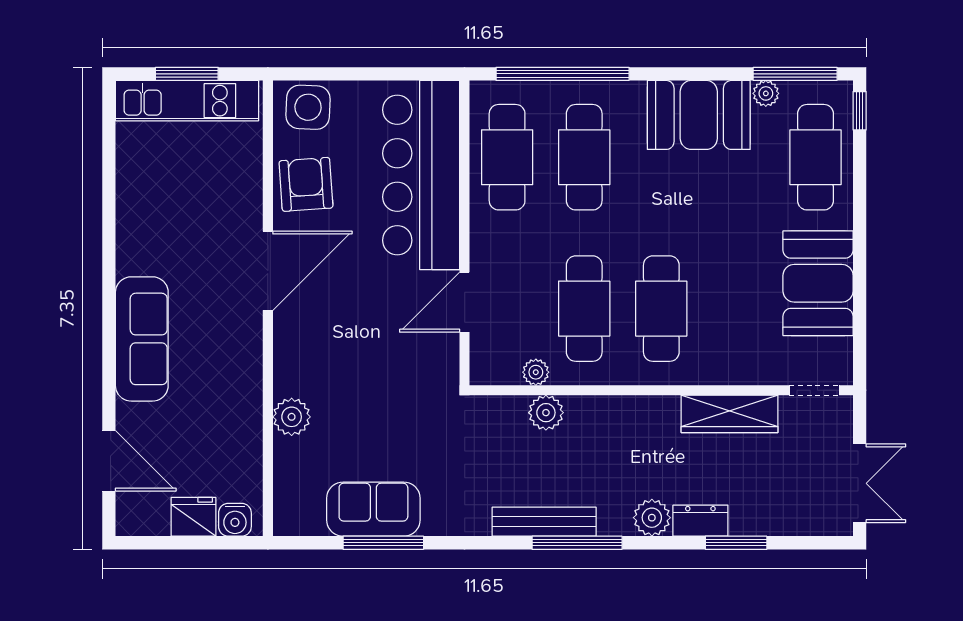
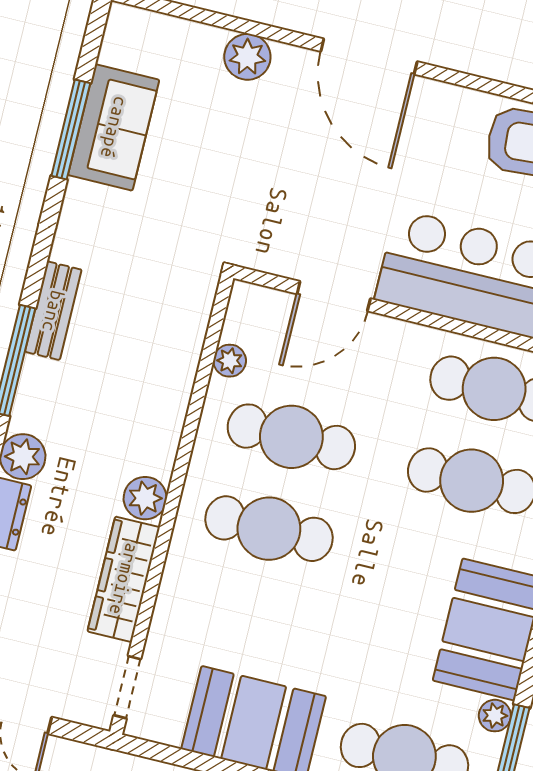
door: (268, 271) -> (369, 57), moved
door: (465, 302) -> (334, 296), swing flipped
plant: (546, 413) -> (145, 498), moved
bench: (544, 522) -> (53, 311), width x0.73

